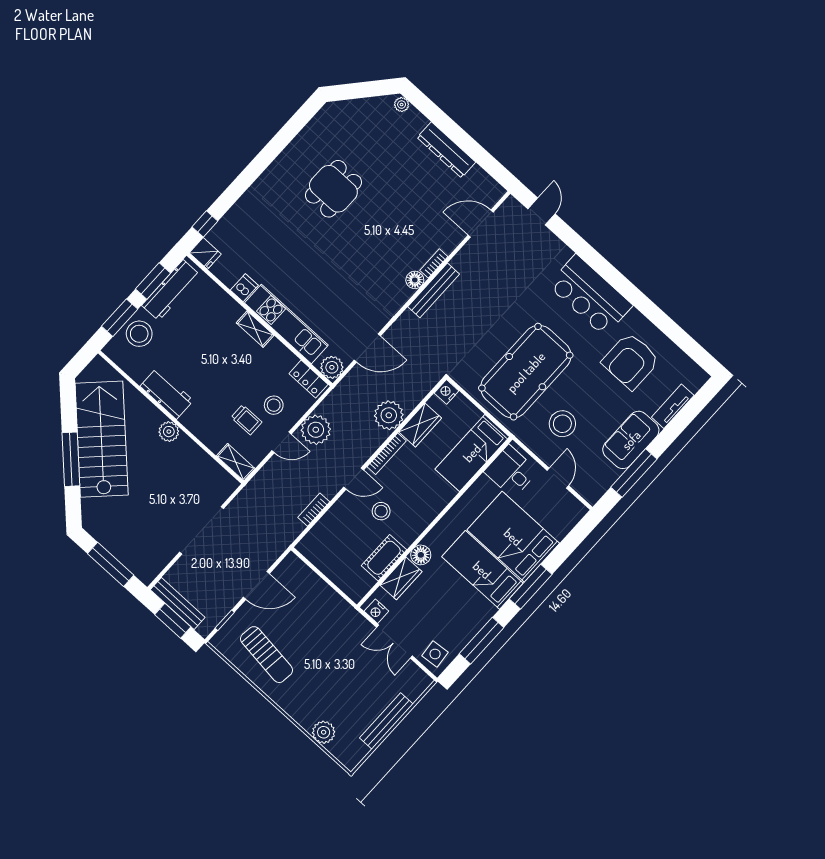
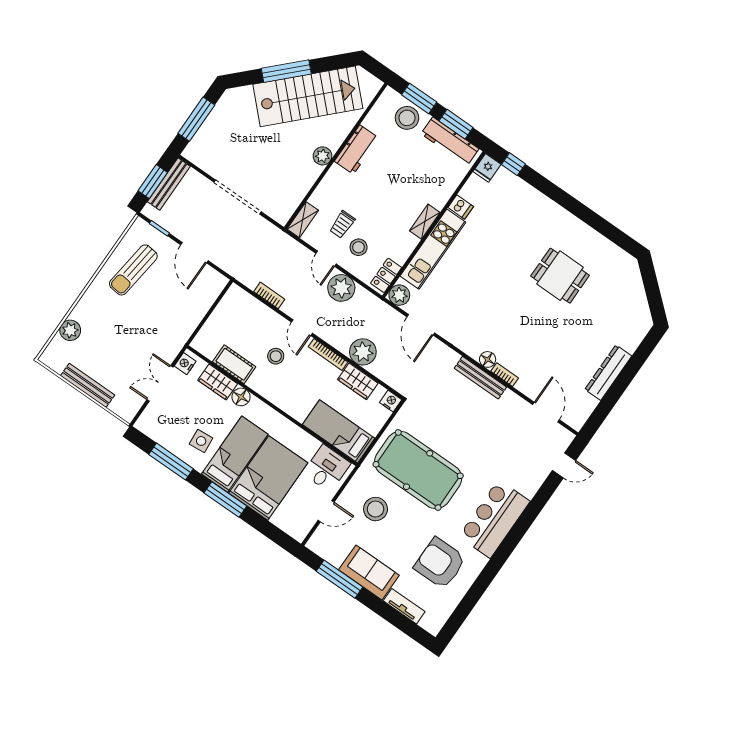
plant: (402, 105) -> (644, 327), removed
side table: (435, 654) -> (201, 441), moved

